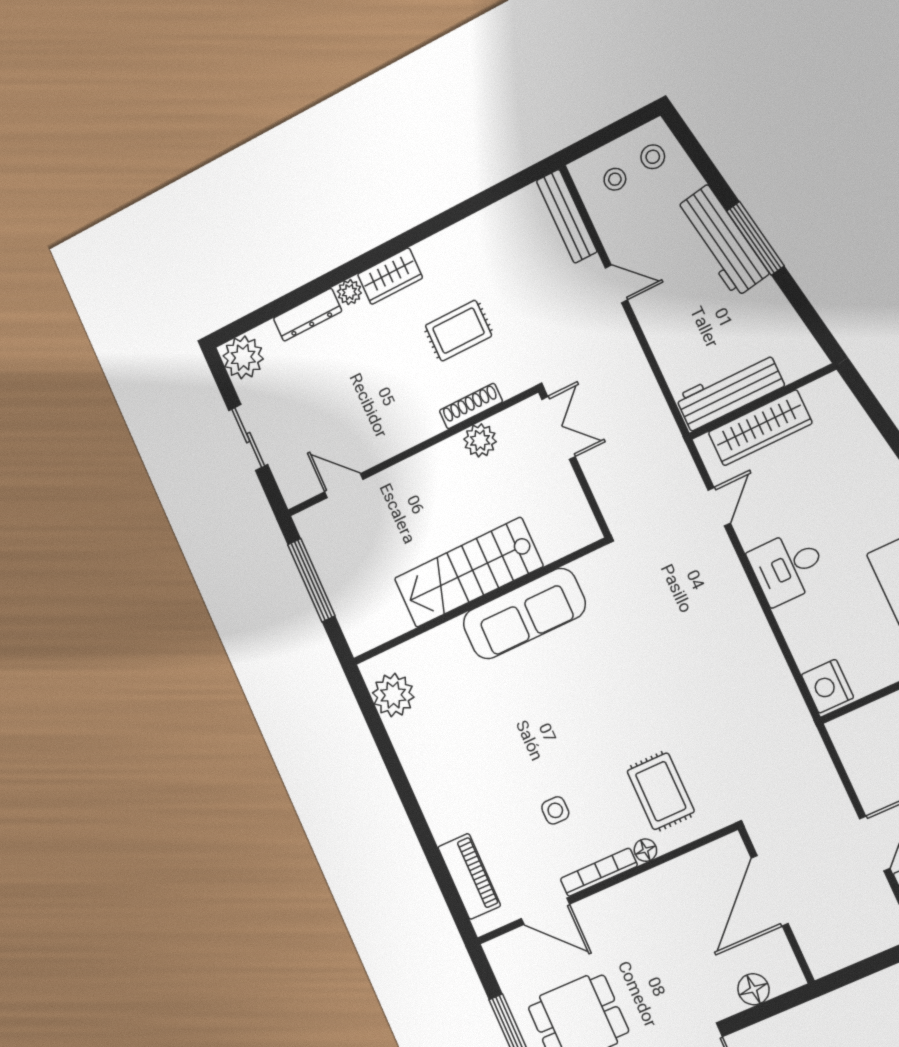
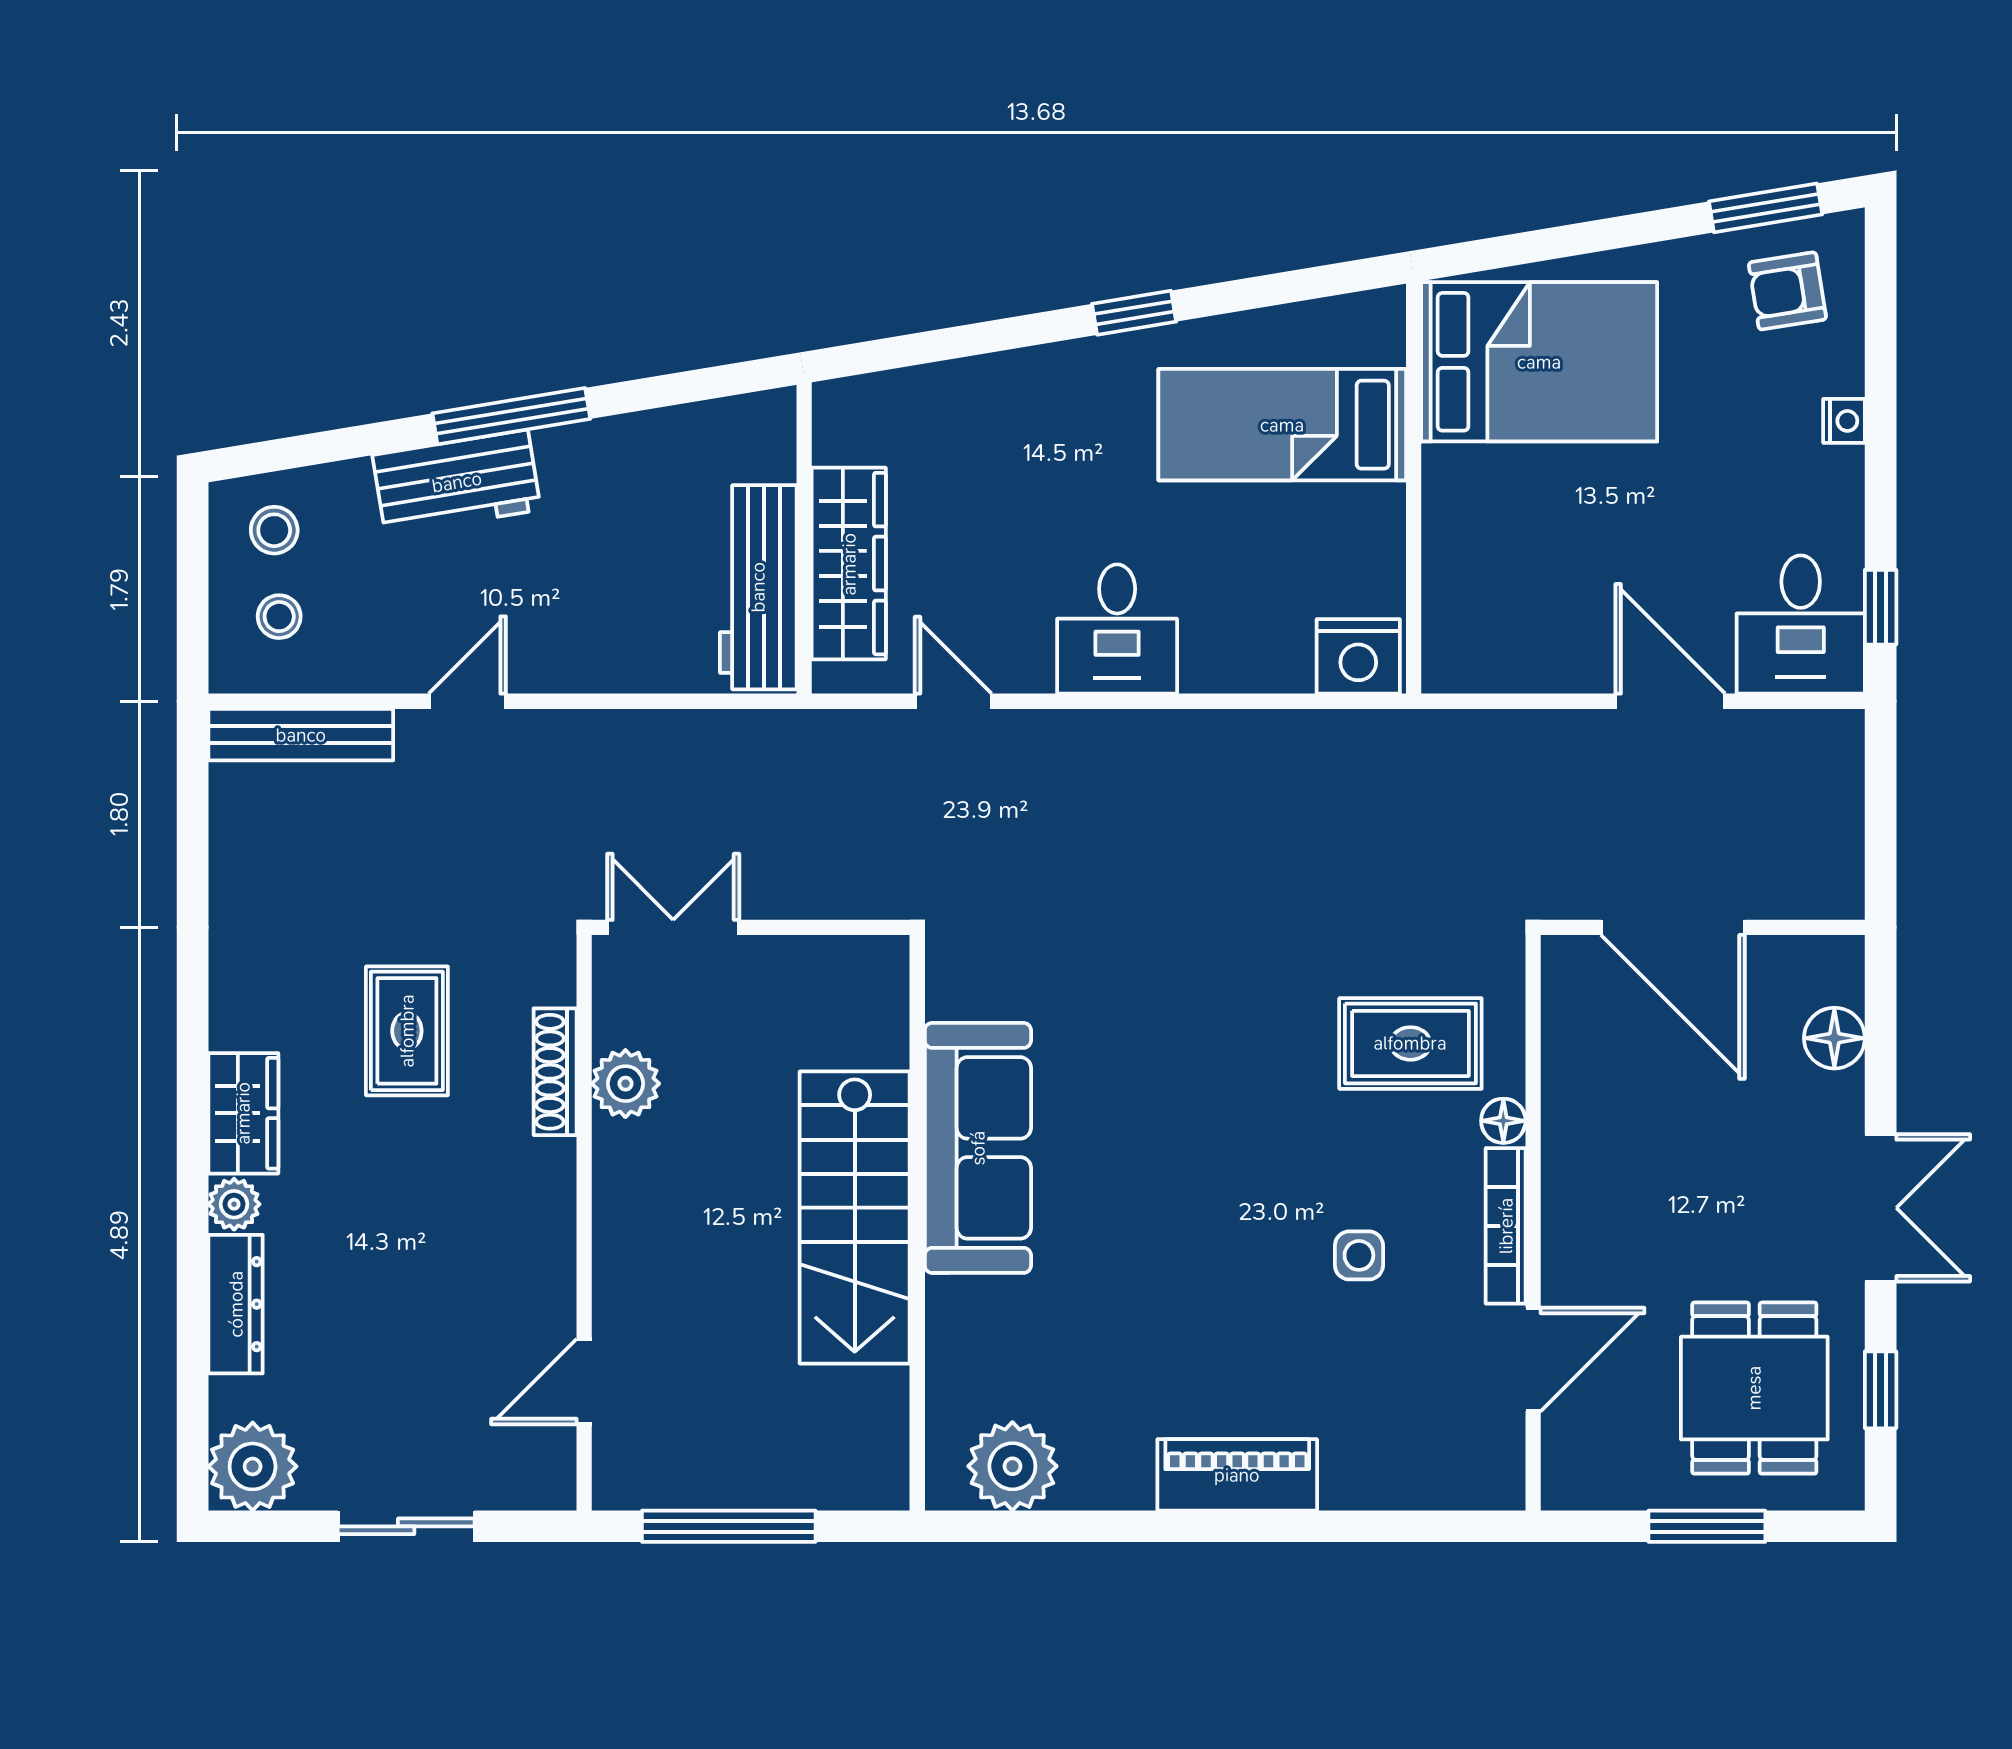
workbench: (722, 241) -> (457, 482), width x0.73
piano: (469, 876) -> (1237, 1475), moved

